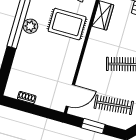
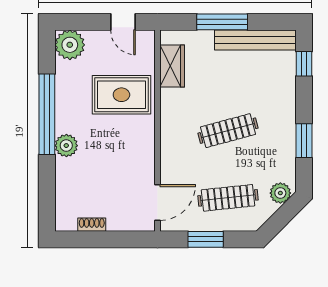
plant: (30, 26) -> (66, 146), moved

